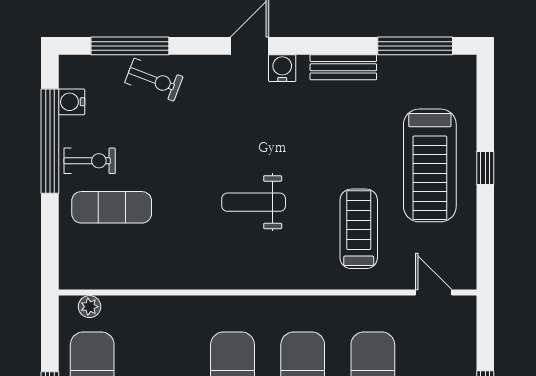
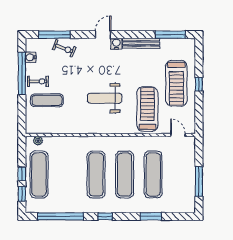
bench: (343, 67) -> (141, 43), width x1.36
weight bench: (254, 202) -> (105, 98), width x1.36, depth x1.33
treadmill: (359, 229) -> (147, 109), width x1.37, depth x1.38

